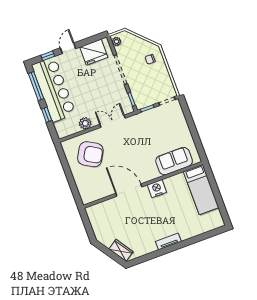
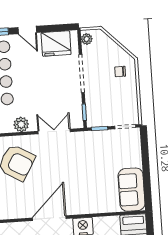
door: (68, 48) -> (27, 30), swing flipped
sofa: (174, 161) -> (132, 190), moved, turned -90
door: (129, 190) -> (49, 218), hinge flipped

